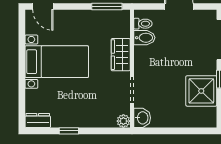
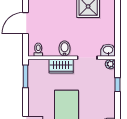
bidet: (144, 38) -> (65, 49), moved
window: (69, 131) -> (118, 85), moved

